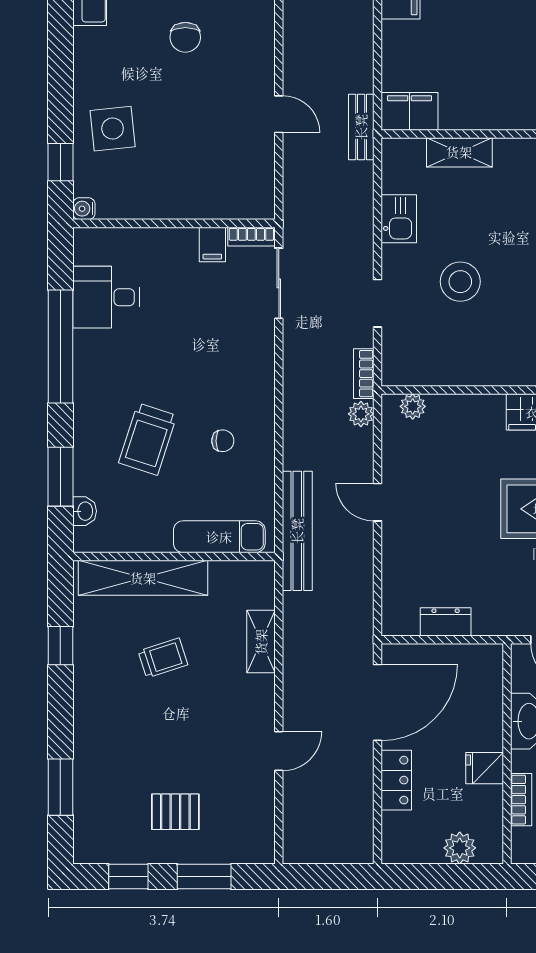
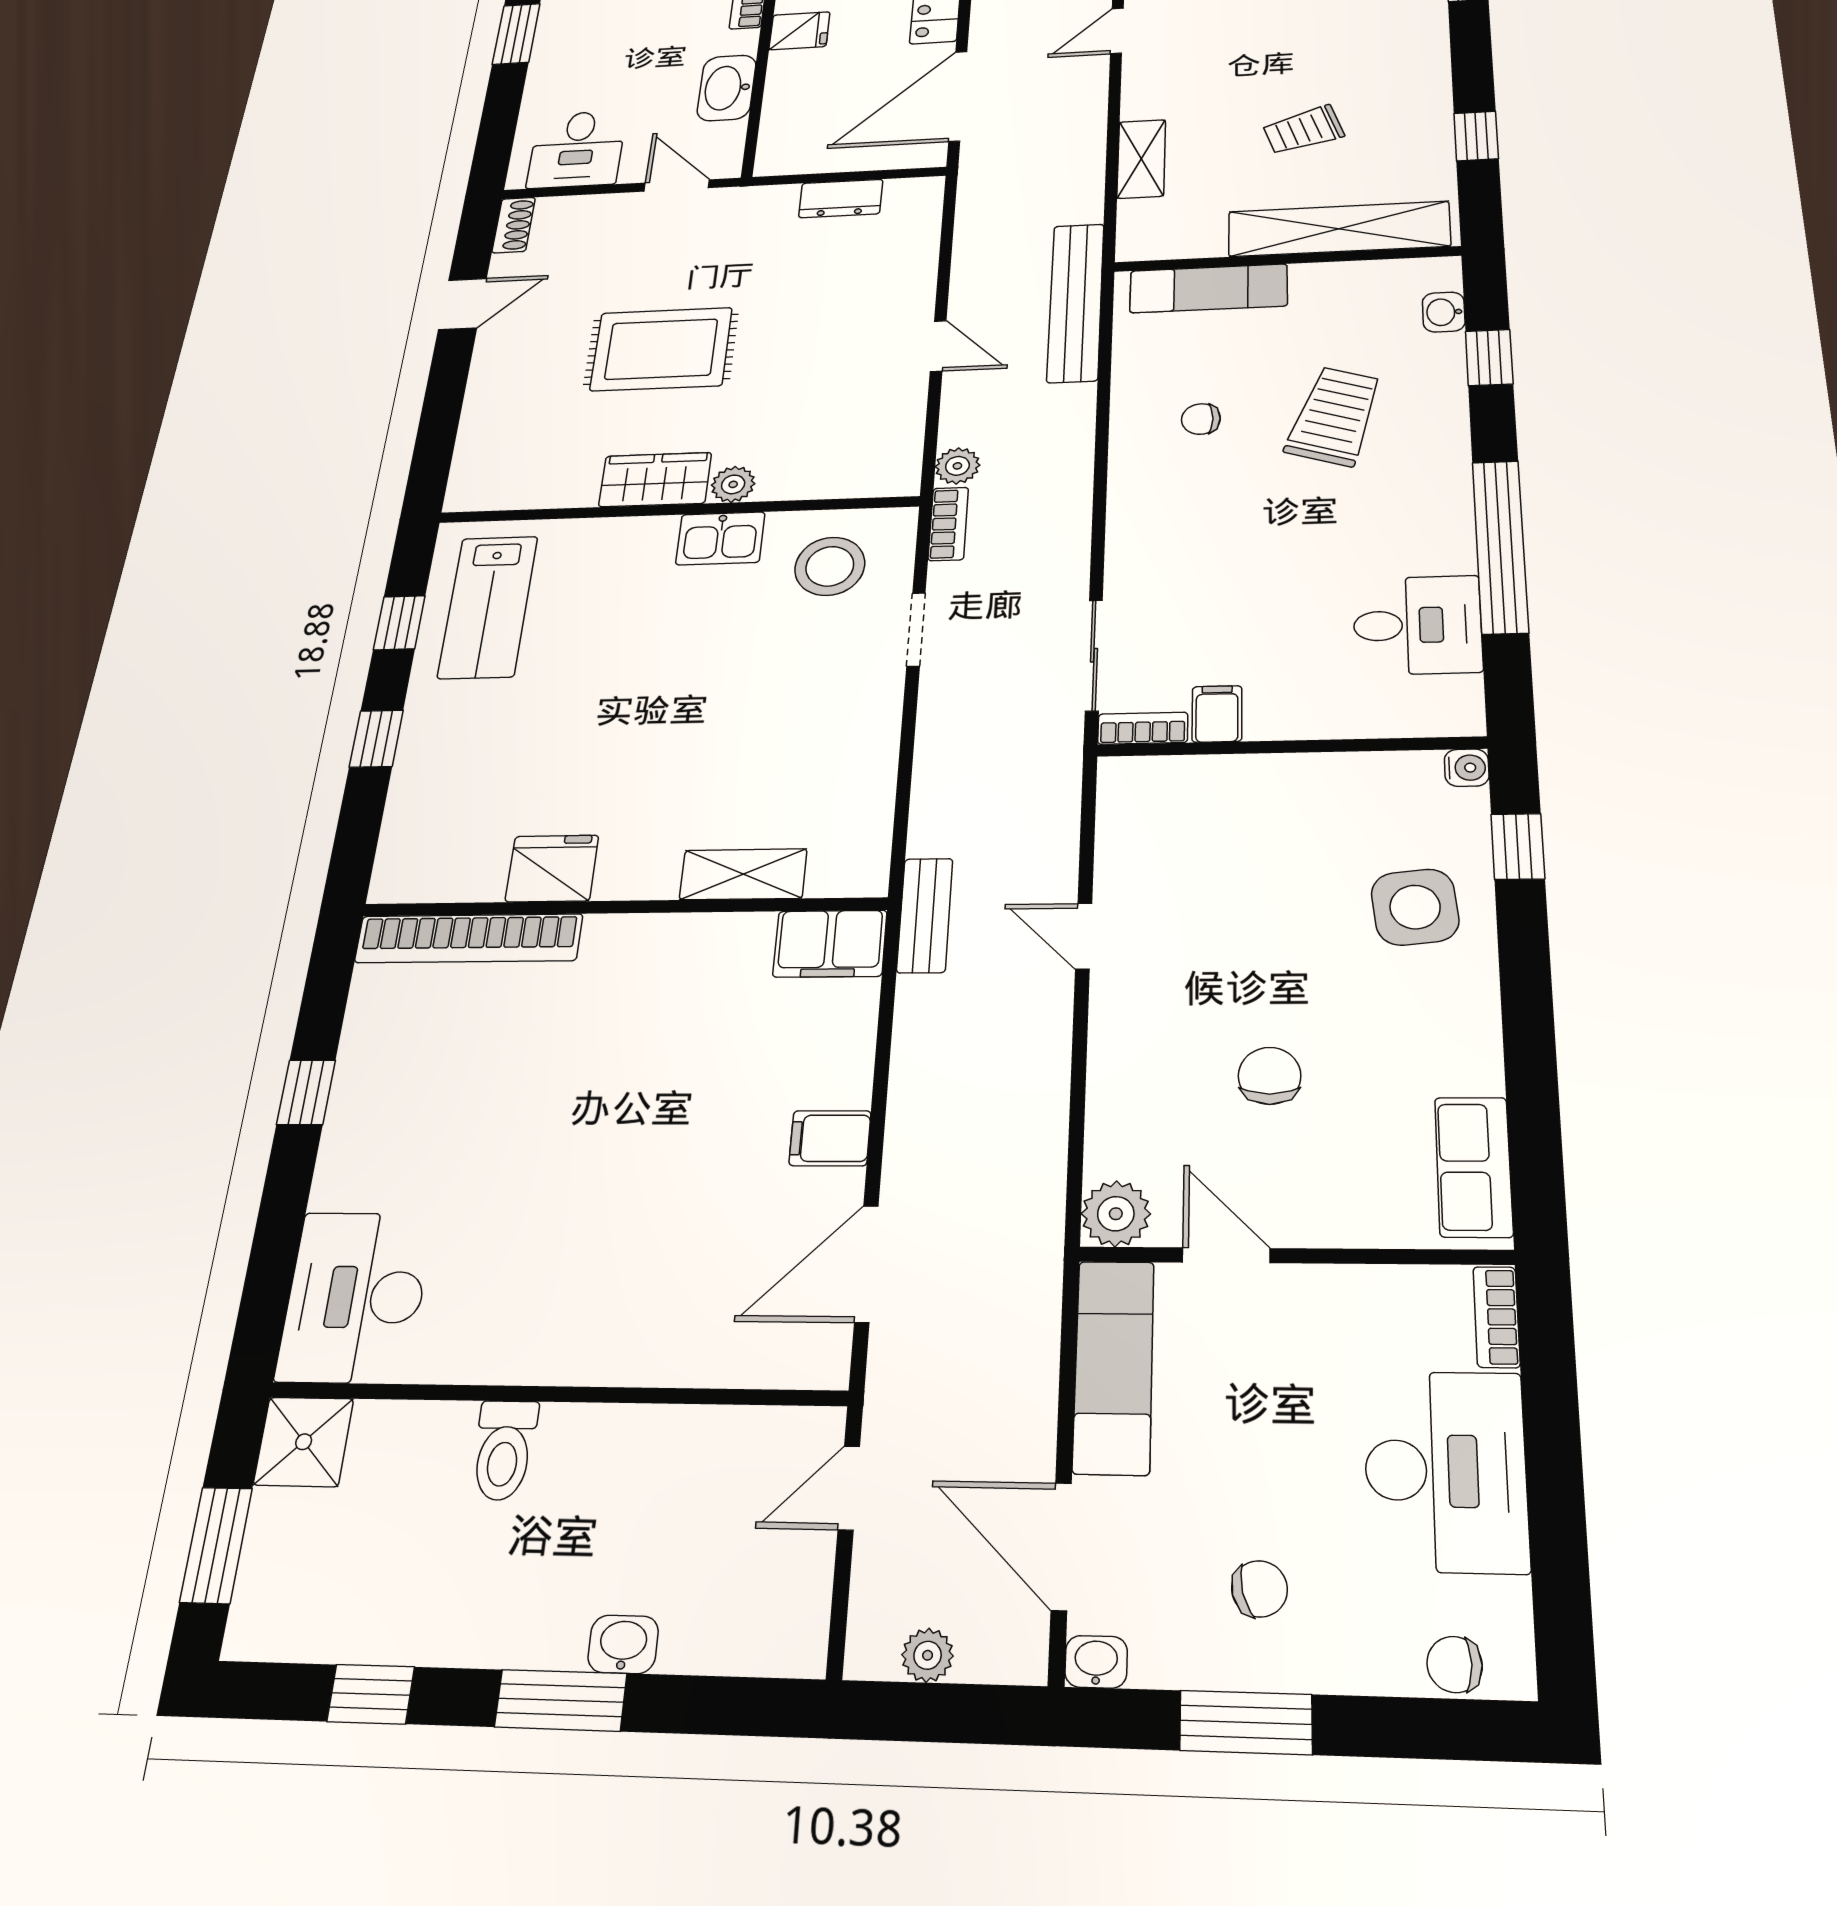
kitchen sink: (399, 219) -> (720, 538), moved, turned -90
stool: (460, 282) -> (830, 566), moved
plant: (413, 406) -> (733, 484), moved
window: (60, 477) -> (1489, 358), width x0.67

